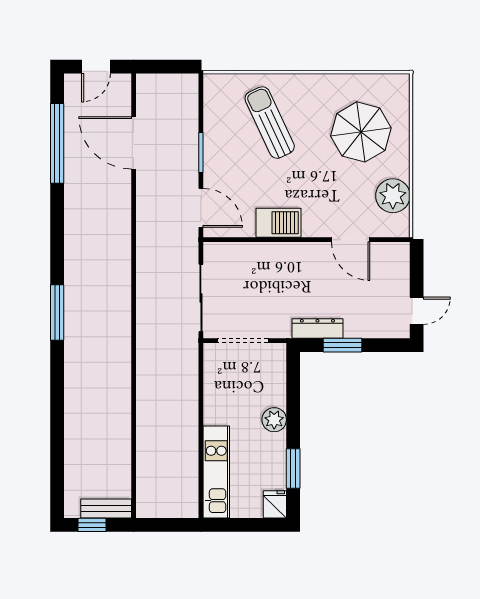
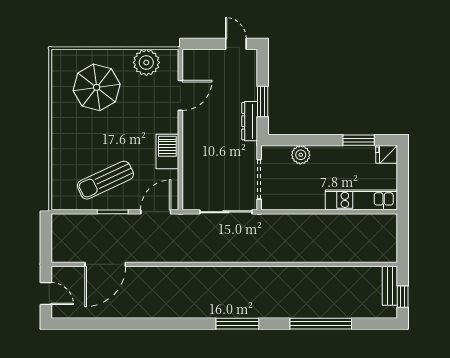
sun lounger: (270, 123) -> (105, 180), moved
window: (57, 143) -> (321, 324), moved
plant: (274, 420) -> (301, 155), moved

